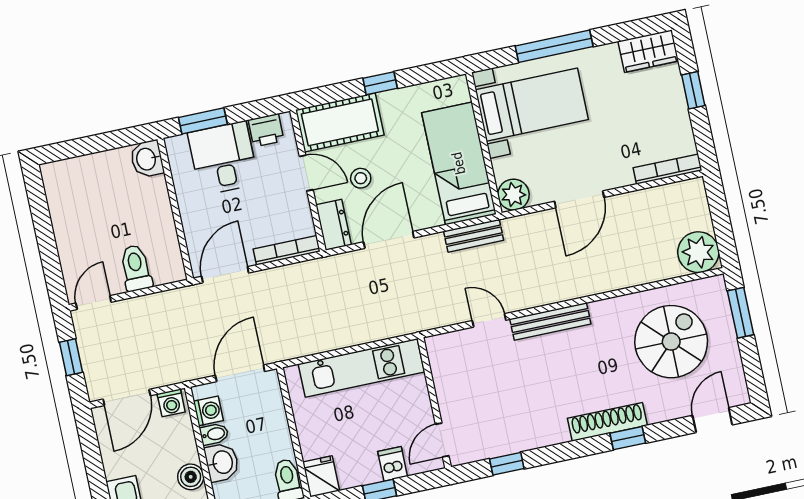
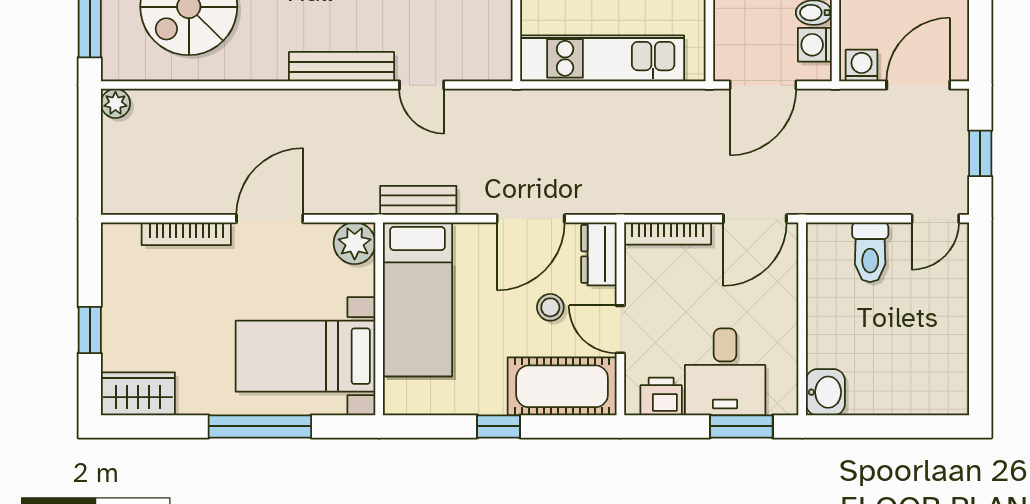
bookcase: (667, 169) -> (186, 234), moved
plant: (698, 252) -> (115, 103), width x0.53, depth x0.53

